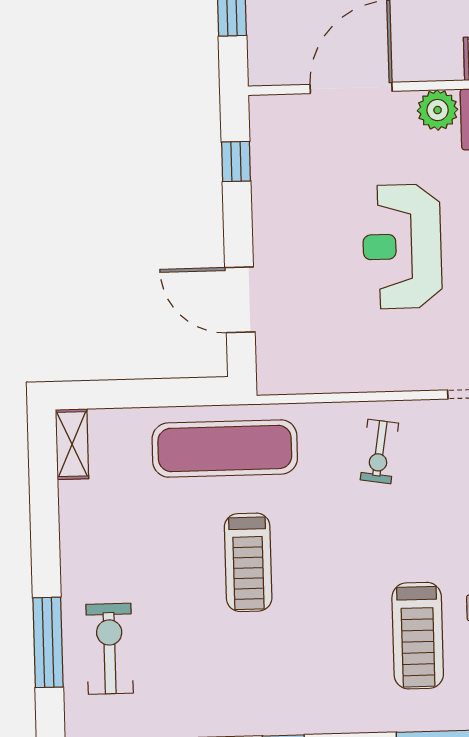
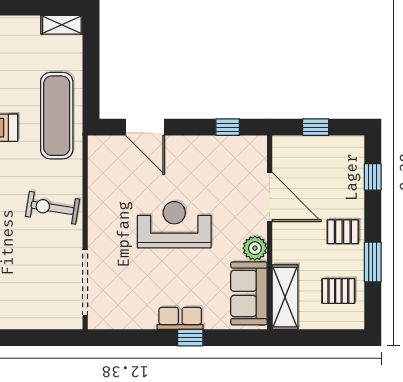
door: (240, 300) -> (145, 127), swing flipped
exercise bike: (379, 451) -> (52, 208), width x1.38, depth x1.39

